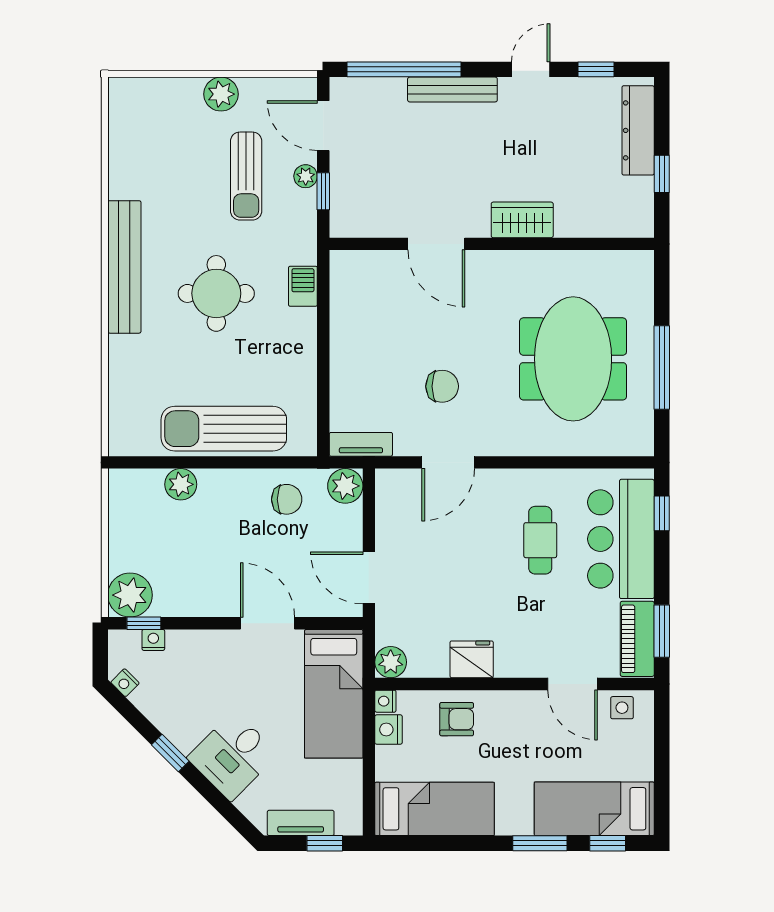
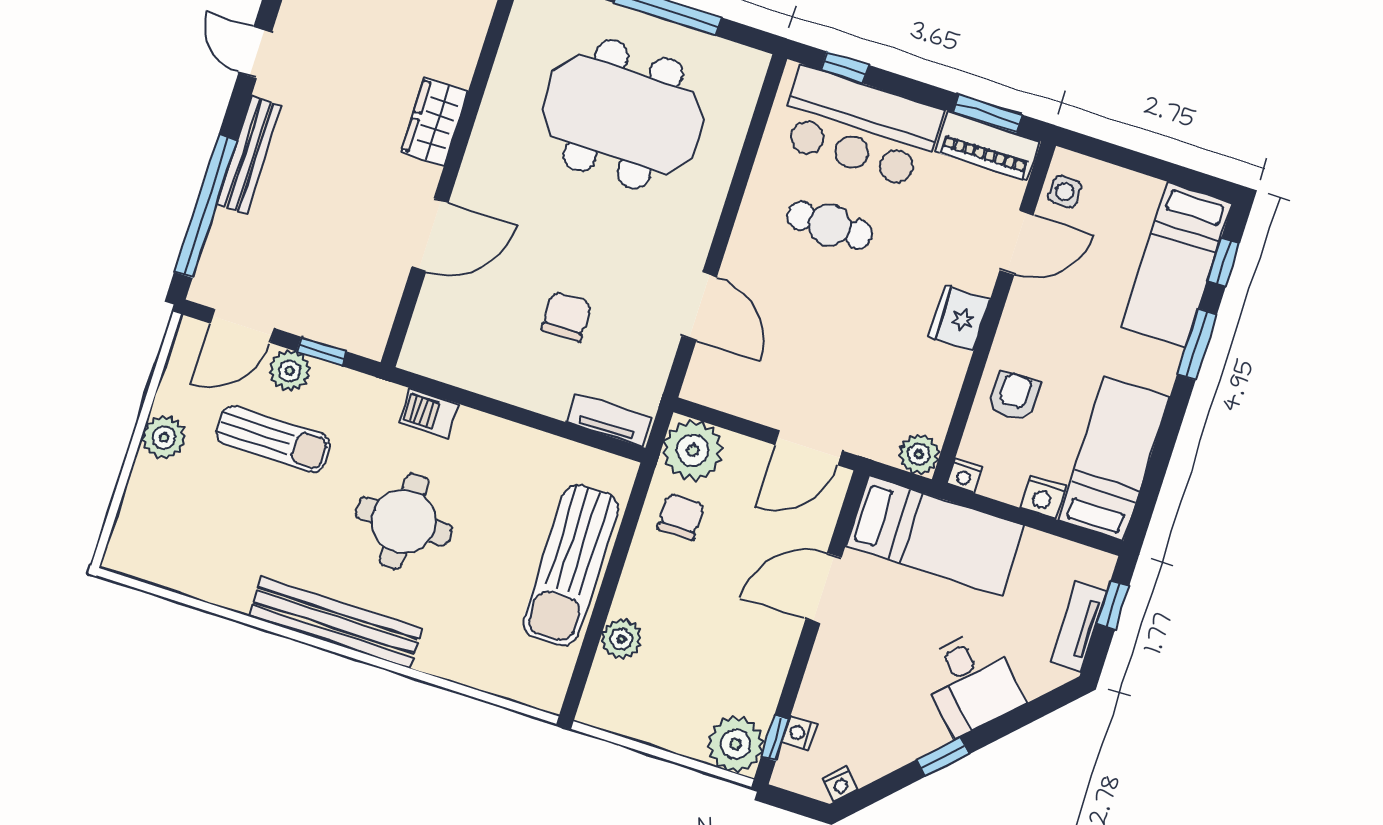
plant: (306, 176) -> (290, 371), width x1.38, depth x1.38
chair: (442, 386) -> (566, 317), moved
tv unit: (361, 444) -> (609, 420), moved, turned 90
plant: (345, 486) -> (693, 450), width x1.36, depth x1.36
fridge: (472, 659) -> (959, 318), moved
nightstand: (389, 730) -> (1043, 497), moved

